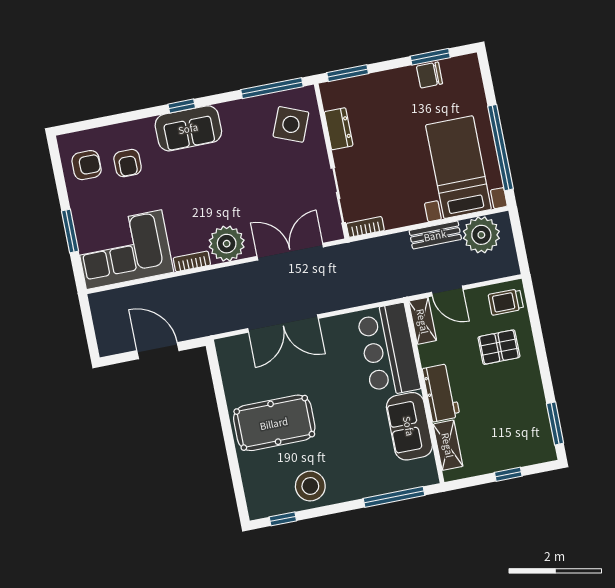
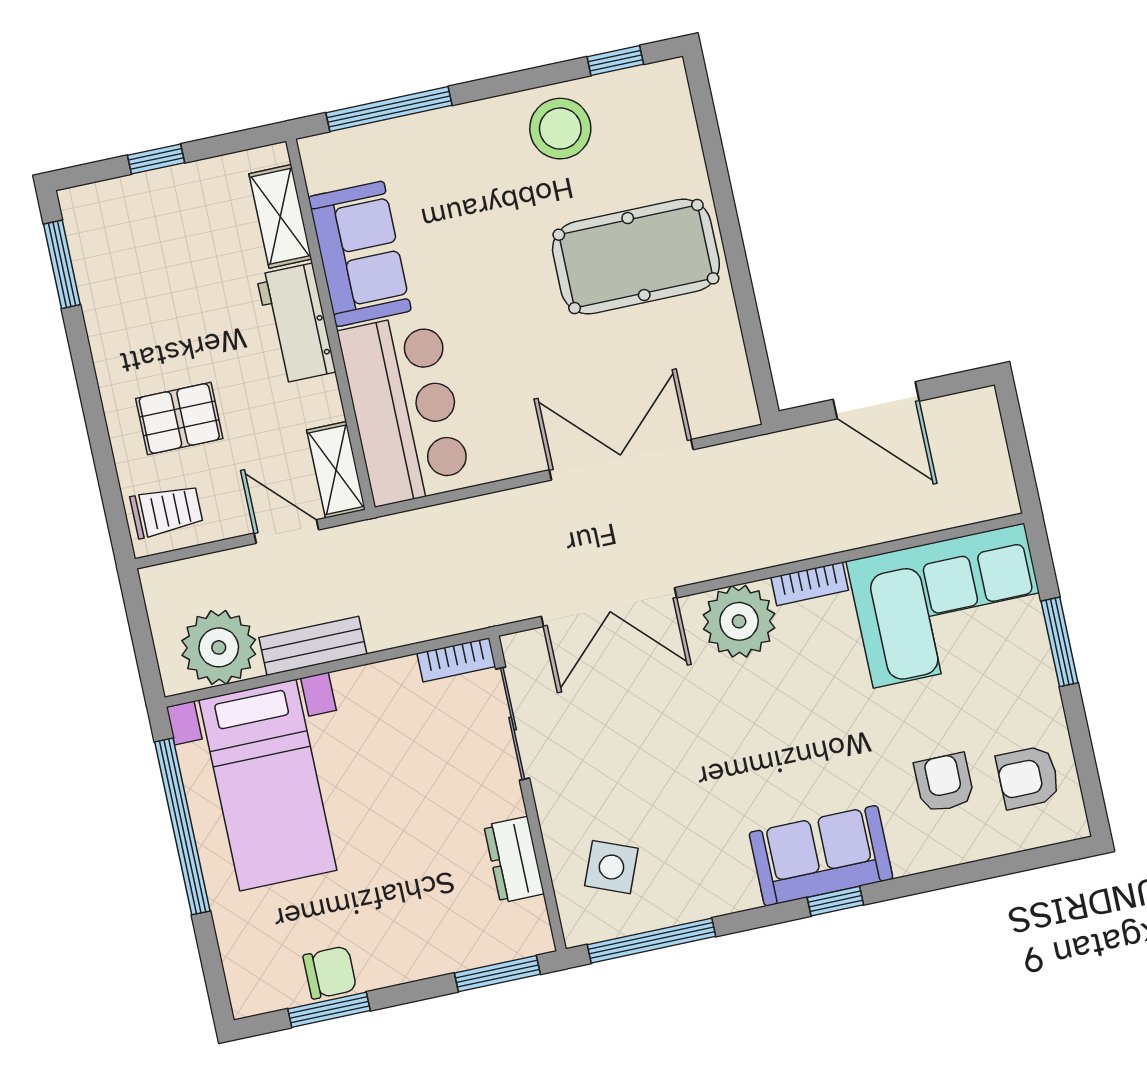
side table: (291, 124) -> (611, 867), width x0.73, depth x0.73

